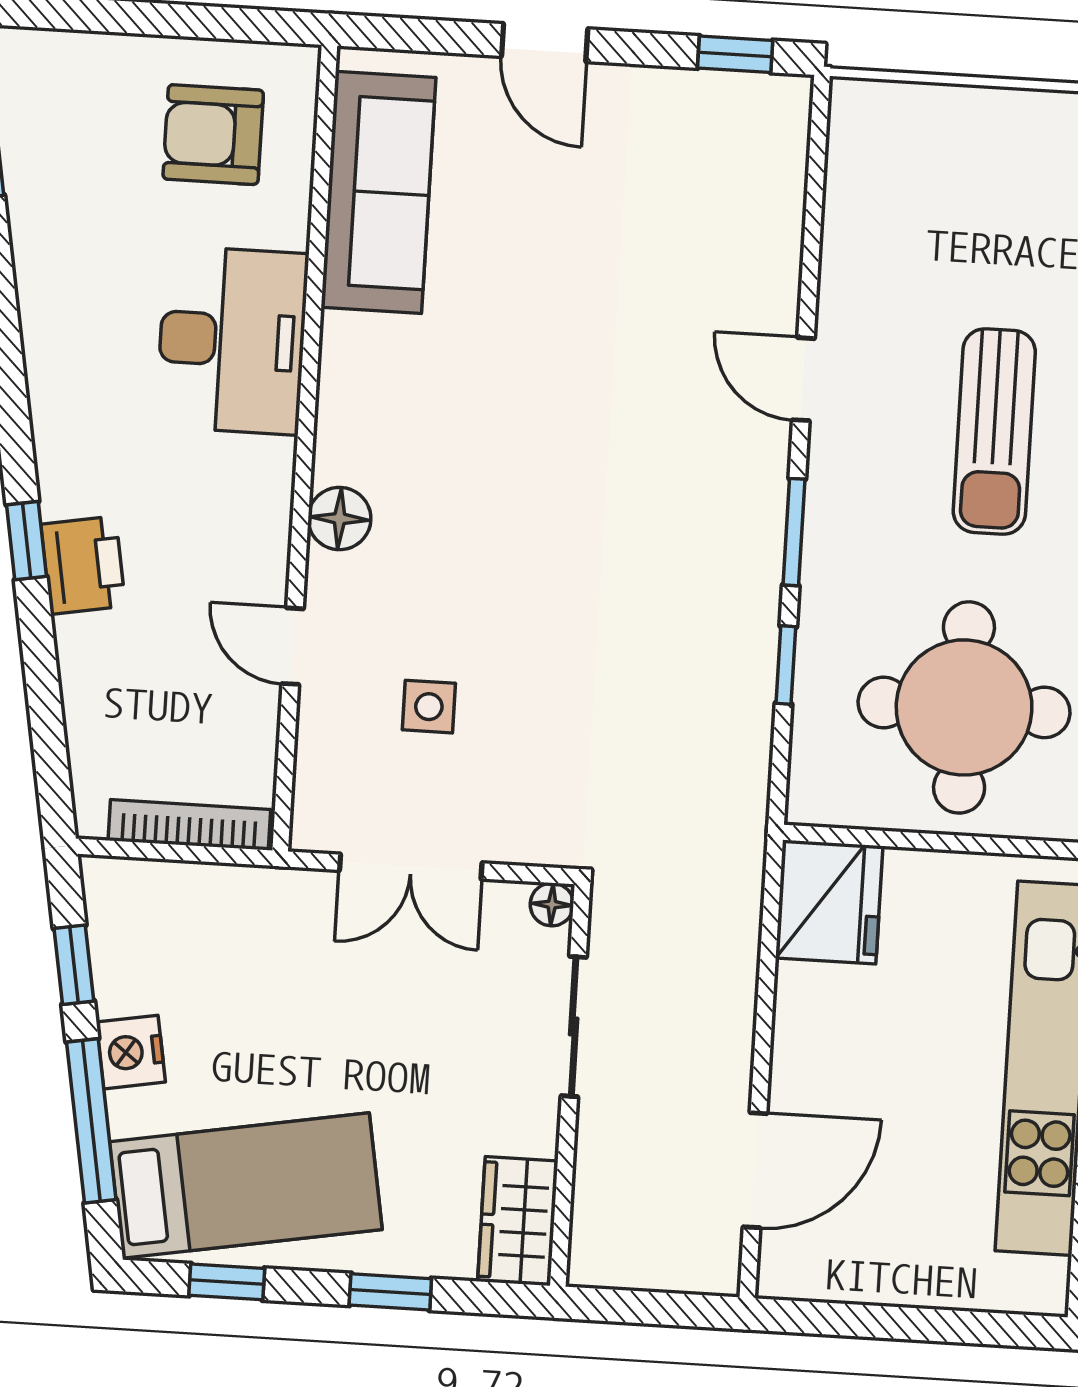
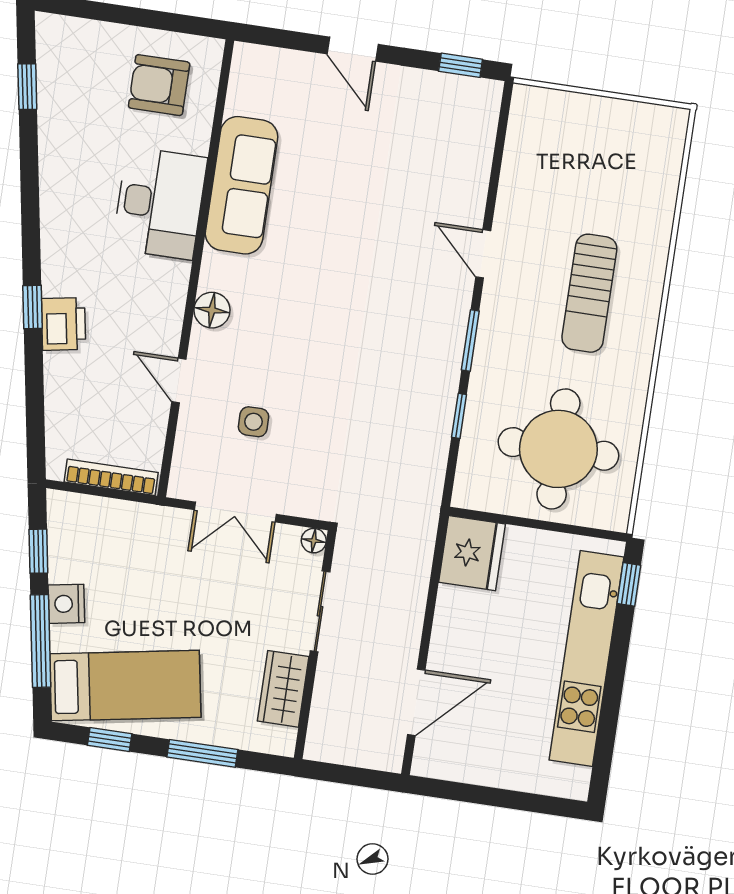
sofa: (378, 192) -> (242, 185), moved
wardrobe: (518, 1221) -> (283, 689), moved
window: (390, 1292) -> (202, 753), width x1.50

